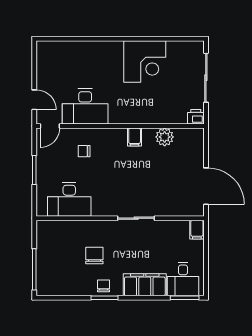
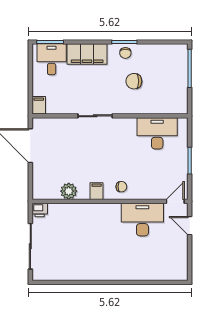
corner desk: (145, 62) -> (87, 261), removed
chair: (84, 151) -> (121, 187), moved
chair: (94, 256) -> (134, 81), turned 90

